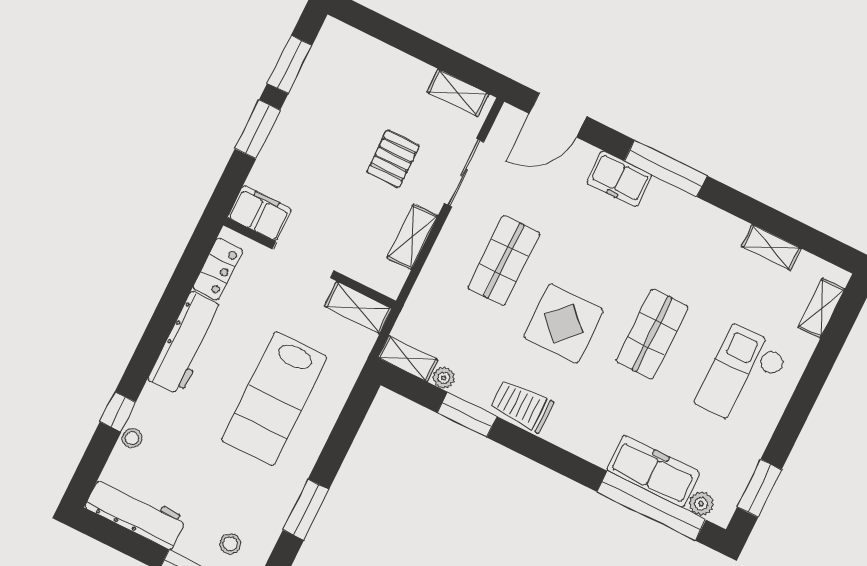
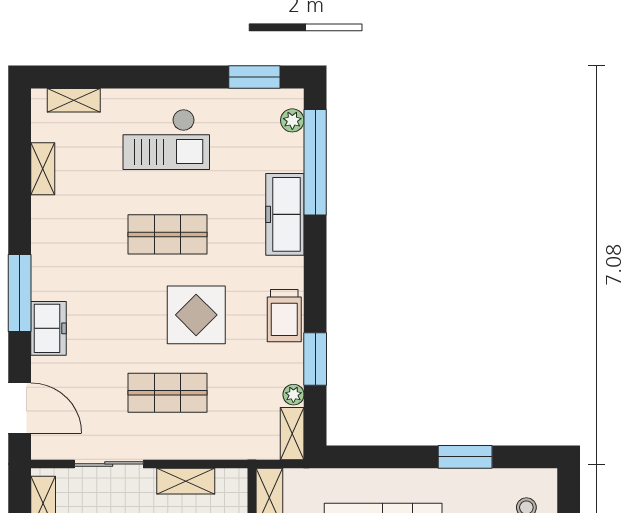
freezer: (653, 471) -> (285, 214), moved

